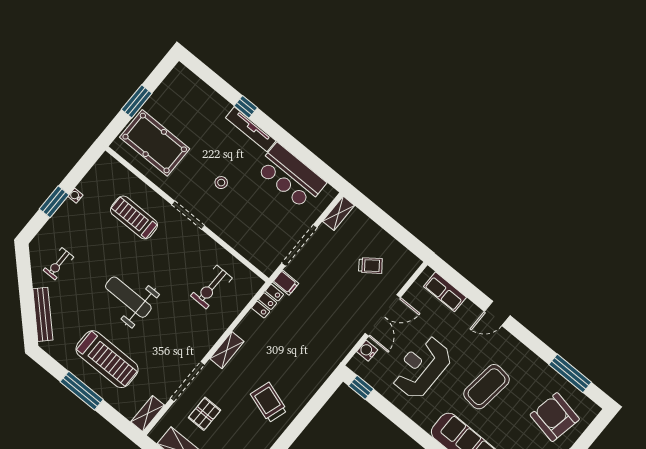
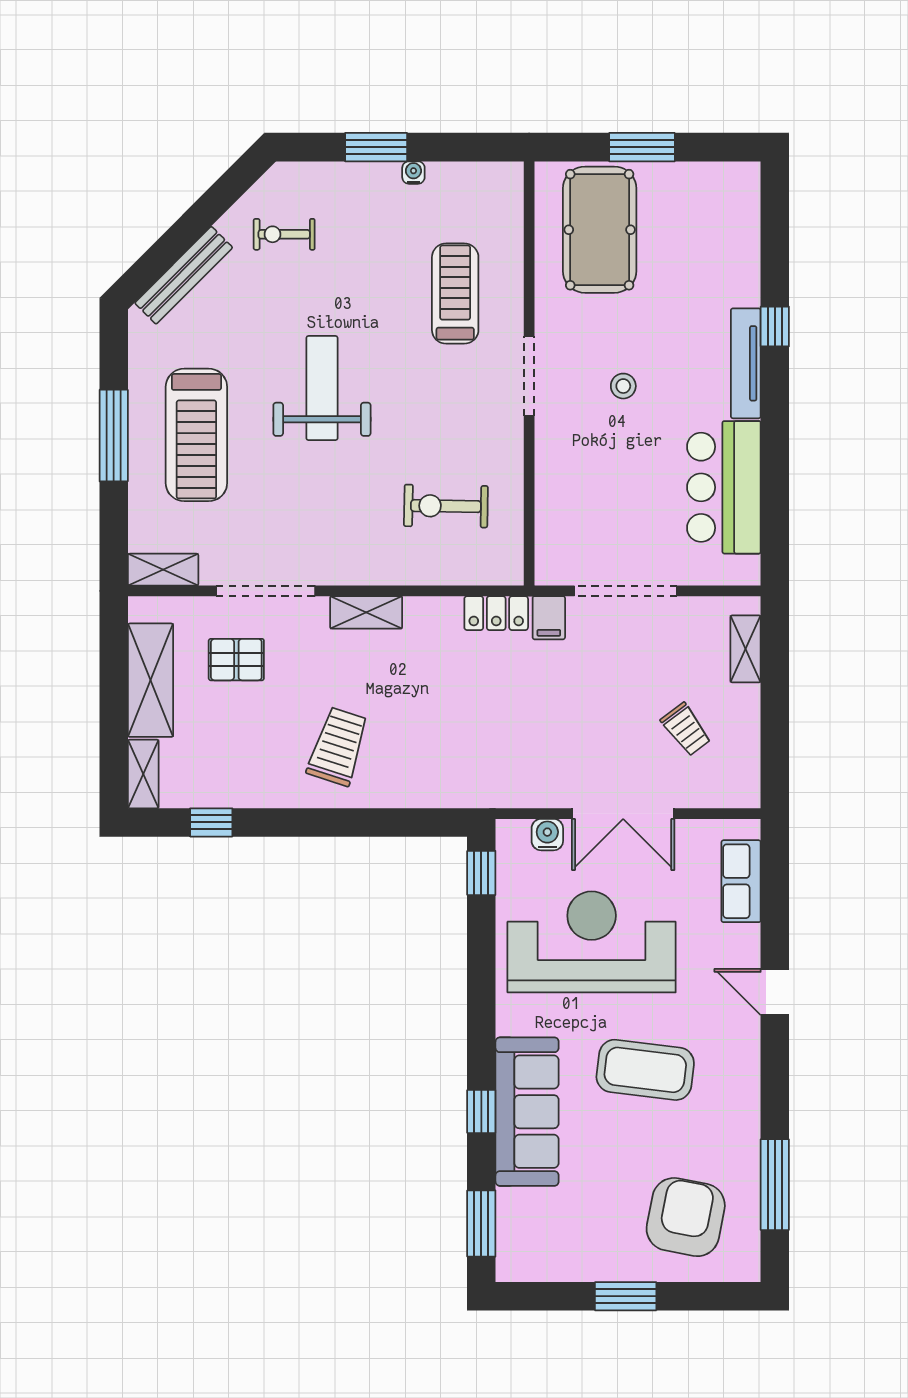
shelving: (339, 213) -> (746, 649), moved, turned 90
reception desk: (421, 367) -> (592, 942), width x1.36, depth x1.30

